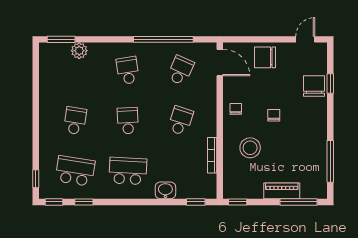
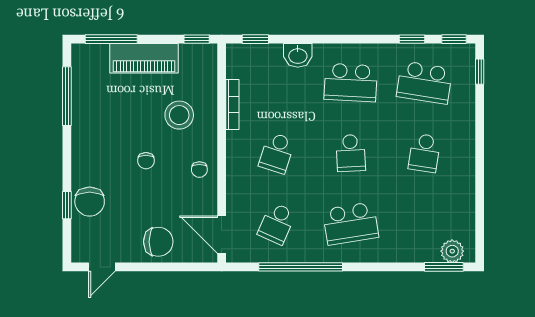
plant: (79, 51) -> (452, 251), moved
school desk: (128, 70) -> (351, 223), width x1.85
piano: (282, 191) -> (144, 58), width x1.37, depth x1.33

